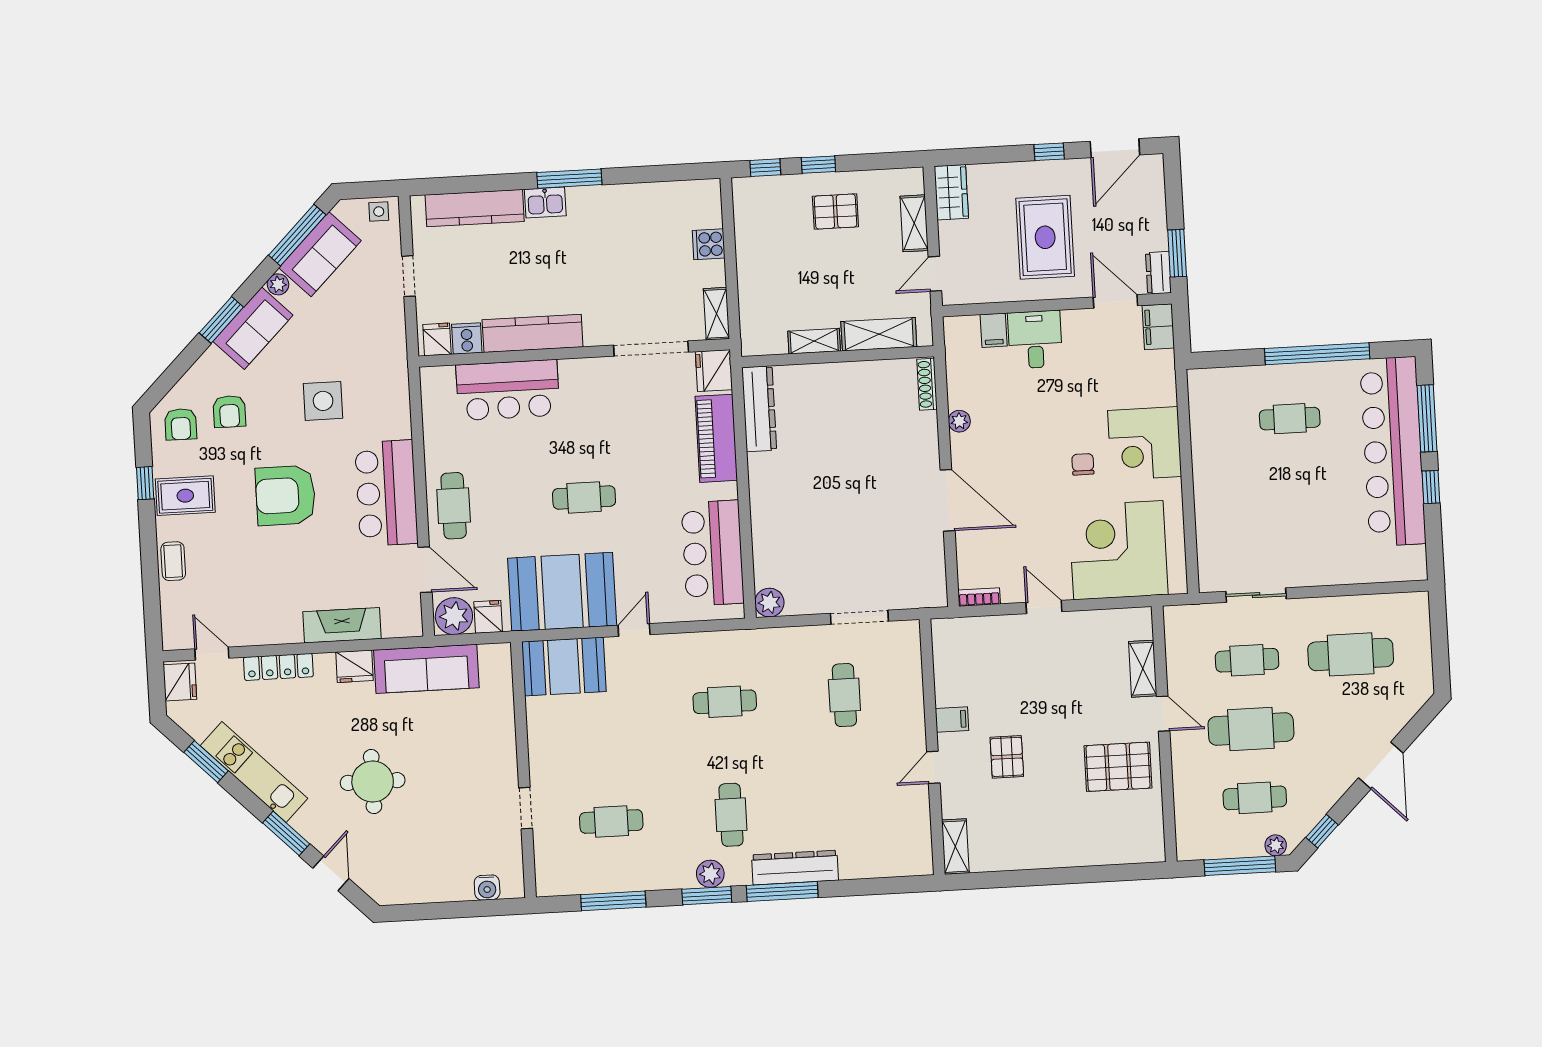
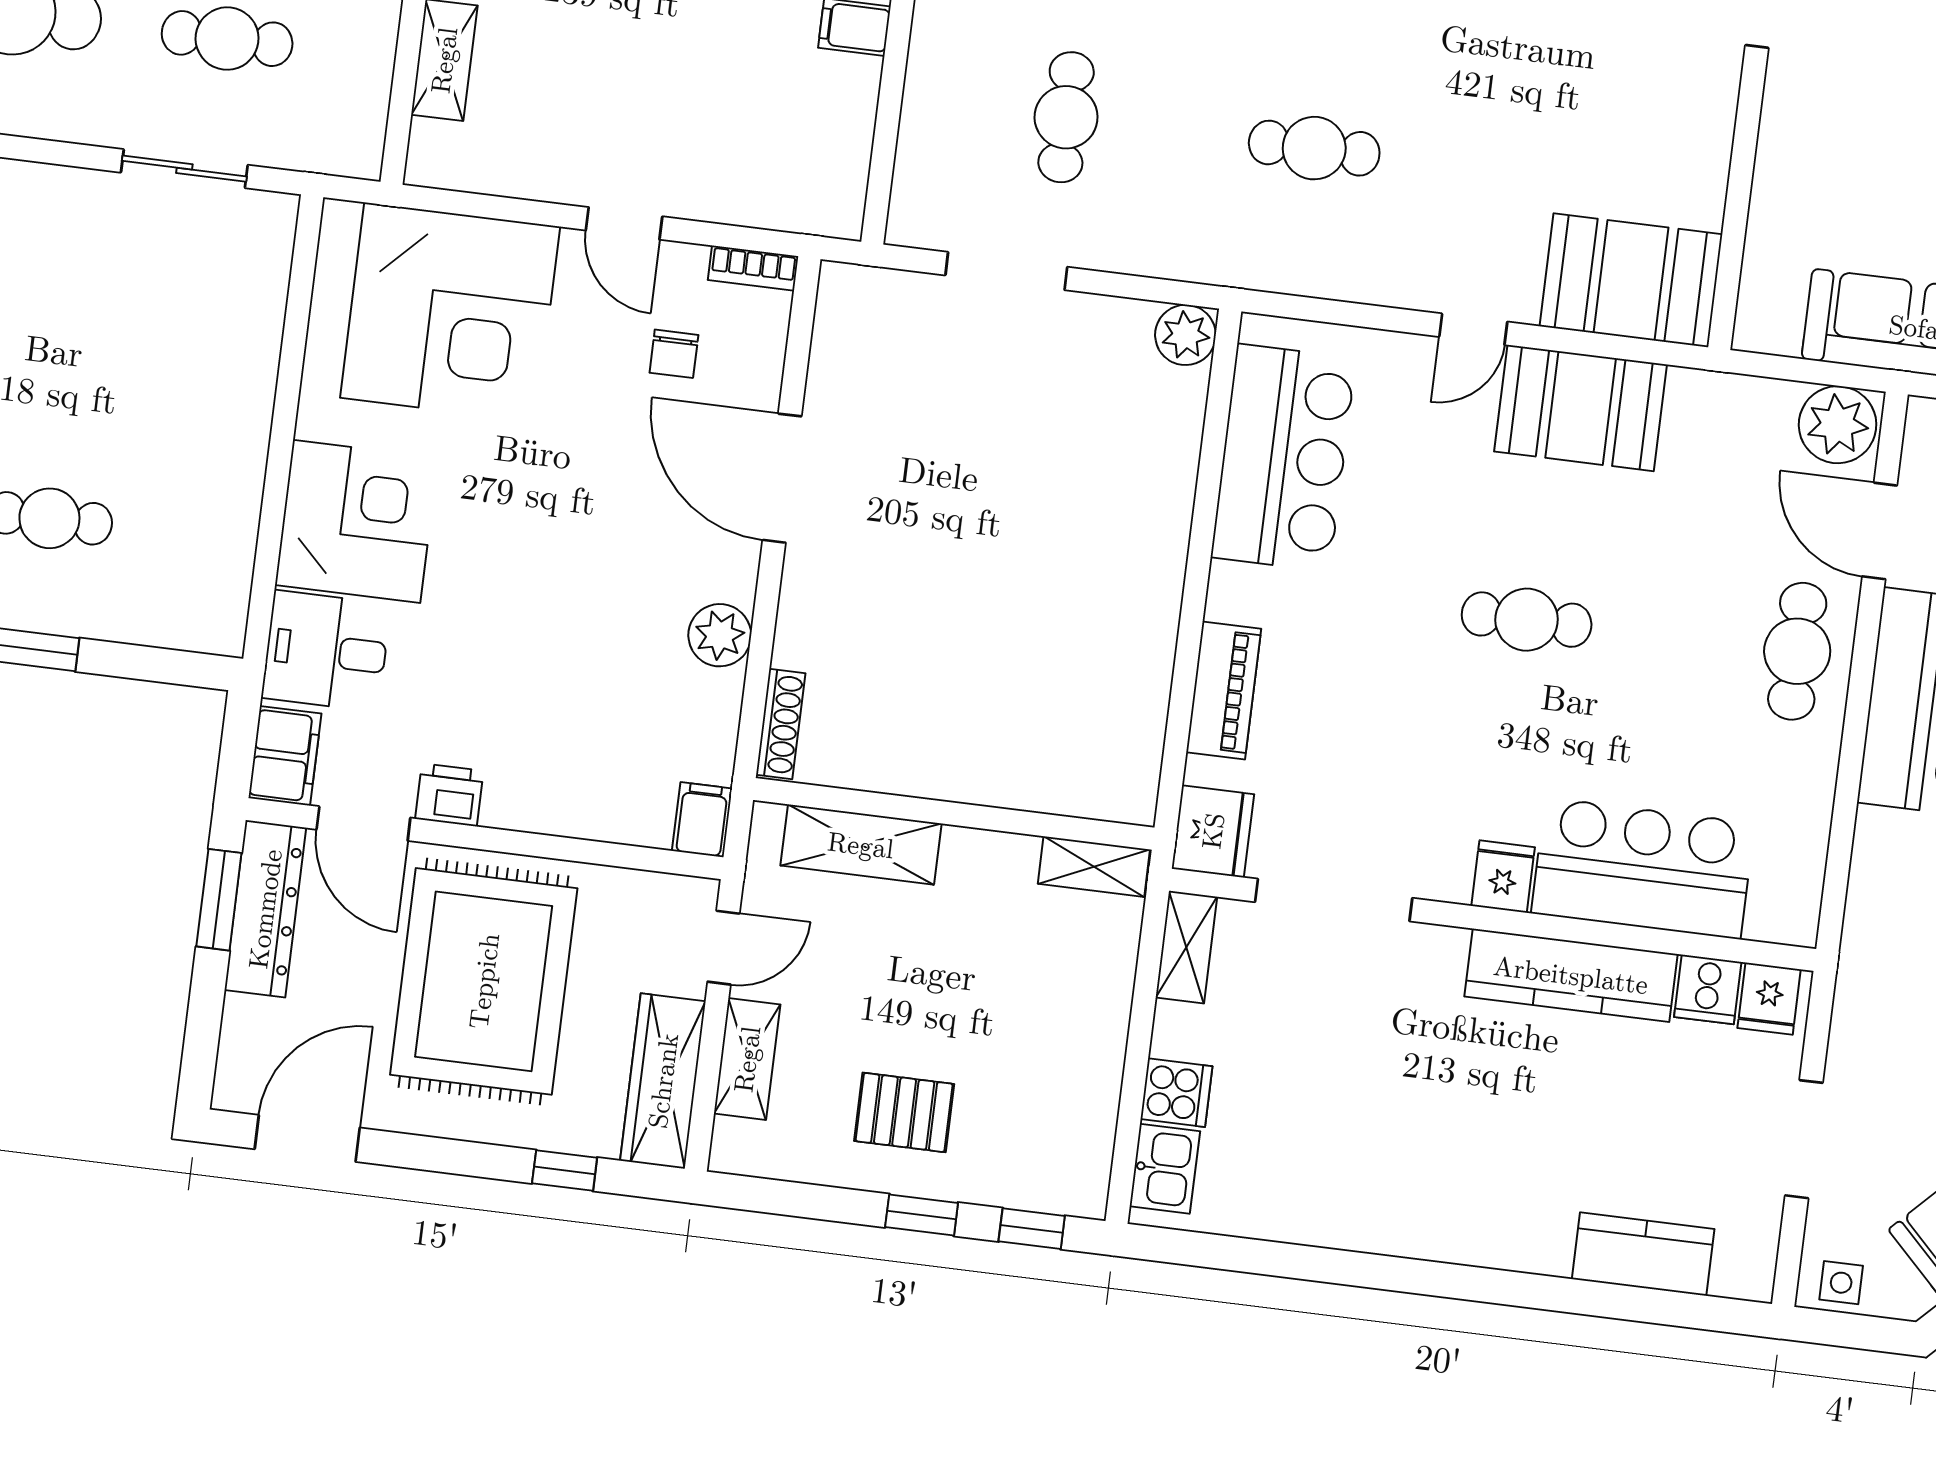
window: (1049, 152) -> (565, 1170), moved
window: (569, 179) -> (1438, 1279), removed
wardrobe: (951, 192) -> (663, 1081), width x1.50
kitchen sink: (545, 202) -> (1165, 1169), moved, turned 90
kitchen counter: (475, 208) -> (1643, 1254), width x0.67
rug: (1045, 237) -> (484, 981), width x1.37, depth x1.44
dresser: (1158, 273) -> (265, 909), width x1.96, depth x1.24
doorway: (409, 276) -> (1804, 1139), width x1.38
printer: (1077, 322) -> (449, 795), added
filing cabinet: (994, 330) -> (702, 820), moved
desk: (1035, 340) -> (326, 651), moved, turned 90
shelving: (814, 341) -> (1094, 867), moved
dresser: (759, 409) -> (1134, 736), removed
plant: (959, 421) -> (720, 635), width x1.38, depth x1.38
piano: (716, 438) -> (1224, 690), width x0.73, depth x0.75
chair: (1083, 464) -> (674, 354), moved
booth: (562, 592) -> (1581, 408), width x0.73, depth x0.70
fridge: (488, 617) -> (1503, 877), moved, turned 180

